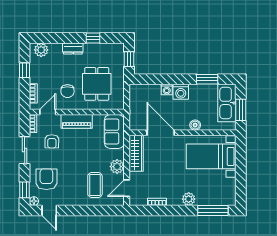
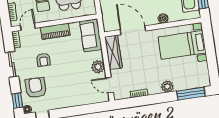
armchair: (52, 141) -> (43, 60), moved
coffee table: (95, 185) -> (80, 87), removed
door: (127, 188) -> (110, 85), hinge flipped

